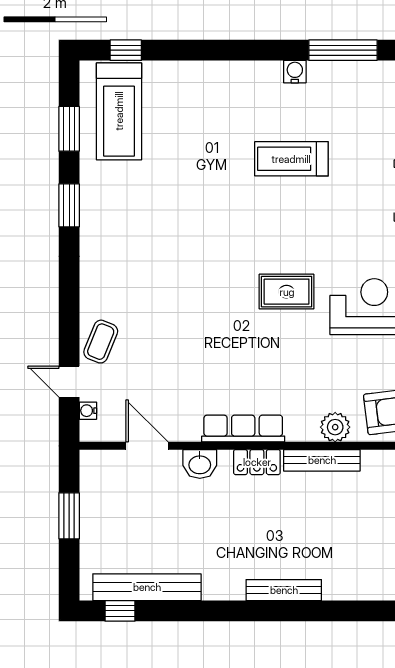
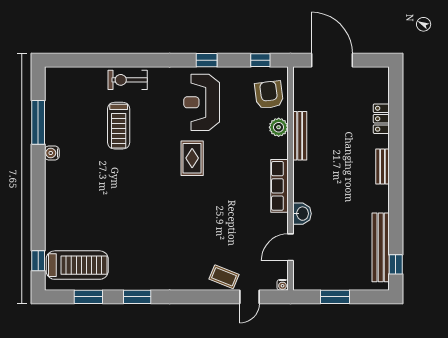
treadmill: (291, 159) -> (119, 126), moved
water cooler: (88, 411) -> (283, 285), moved
locker: (257, 462) -> (381, 119), moved, turned 180
bench: (284, 590) -> (383, 166), width x0.73

